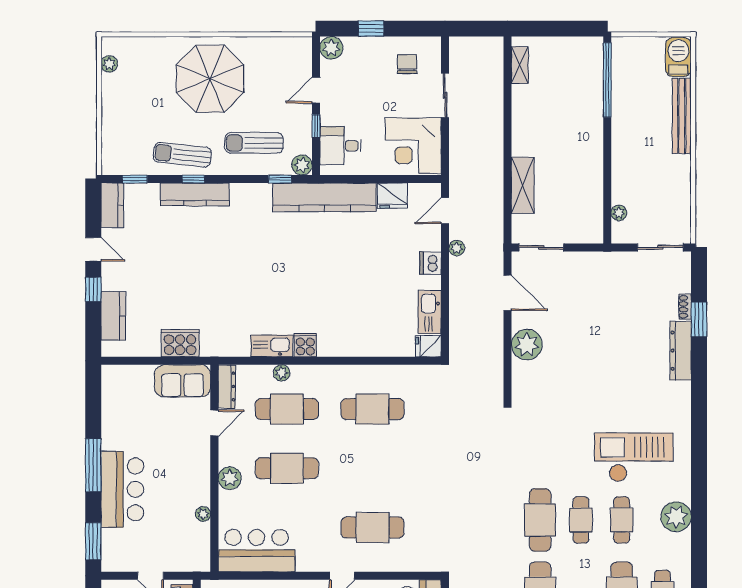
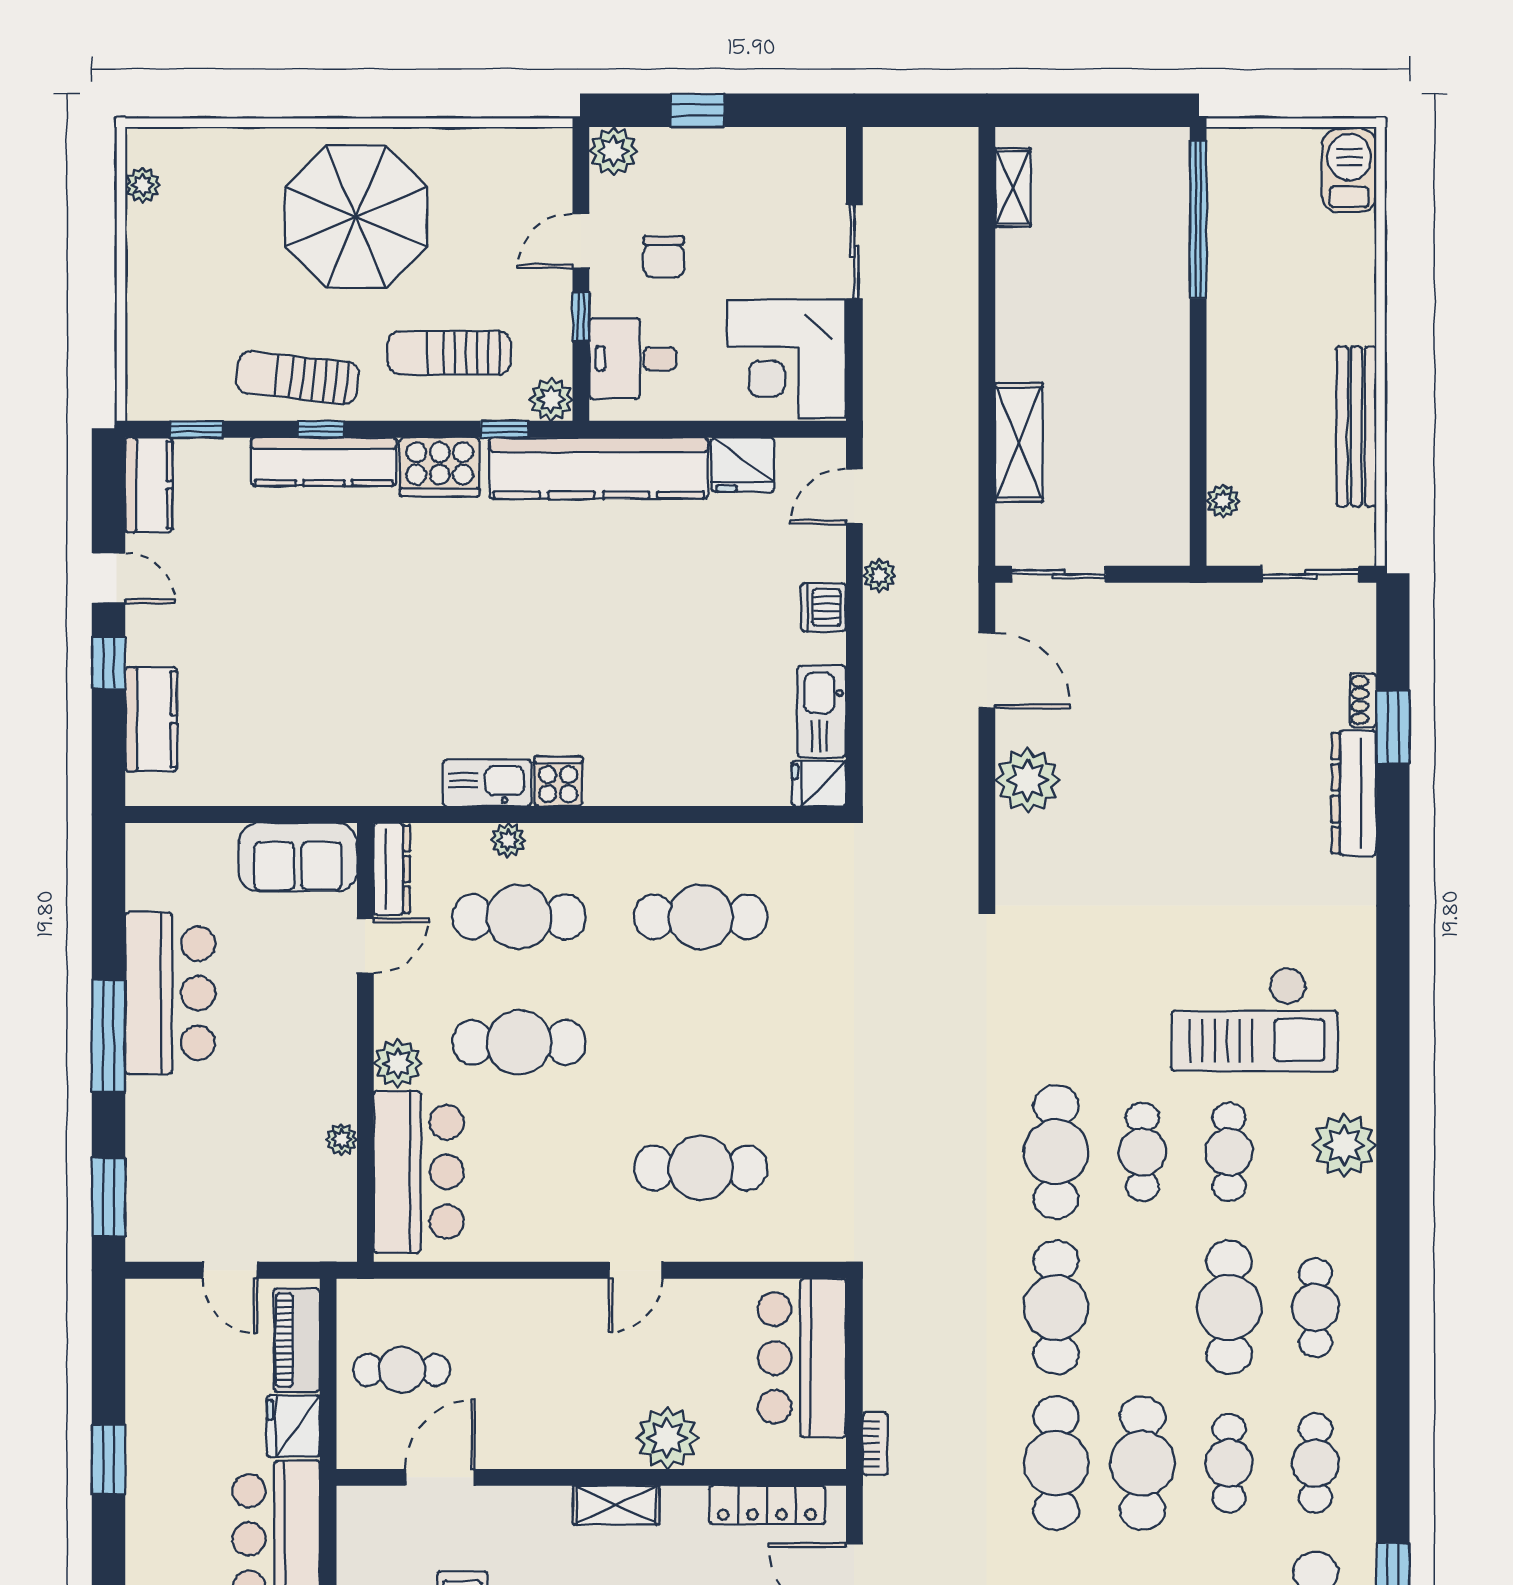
chair: (407, 64) -> (664, 257), moved, turned 180
bench: (682, 116) -> (1356, 426), moved
cooker: (180, 343) -> (440, 467), moved, turned 180
checkout: (634, 457) -> (1255, 1019), turned 180
bar counter: (122, 489) -> (170, 993), moved
bar counter: (257, 551) -> (419, 1172), moved, turned 90

